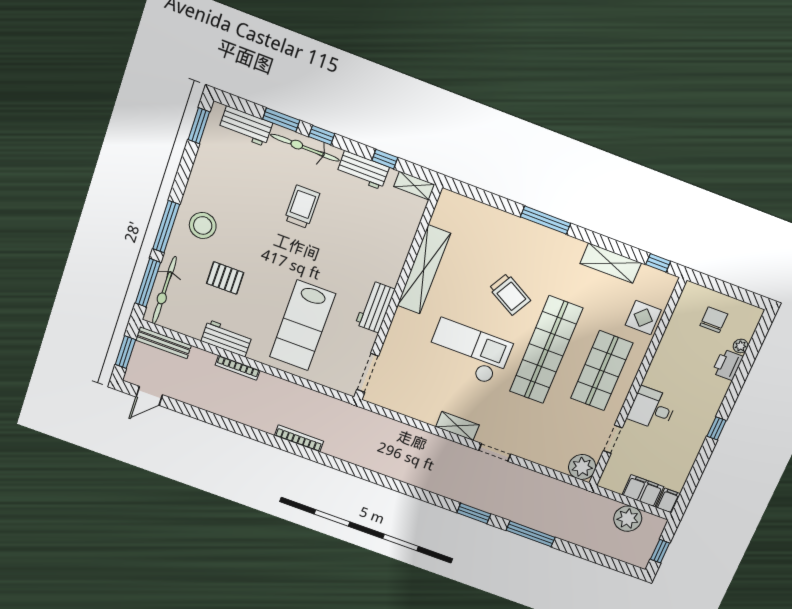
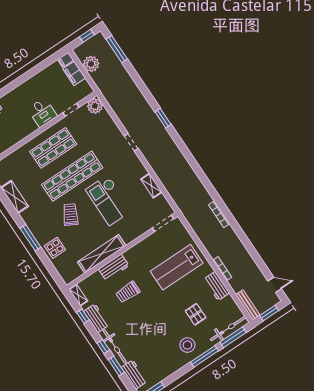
trolley: (302, 207) -> (128, 292), moved
workbench: (375, 307) -> (114, 267), moved
display table: (643, 318) -> (55, 248), moved
lab bench: (302, 325) -> (177, 267), turned 180
shelving: (457, 426) -> (151, 186), moved
window: (717, 428) -> (19, 81), removed
window: (531, 534) -> (117, 49), moved

